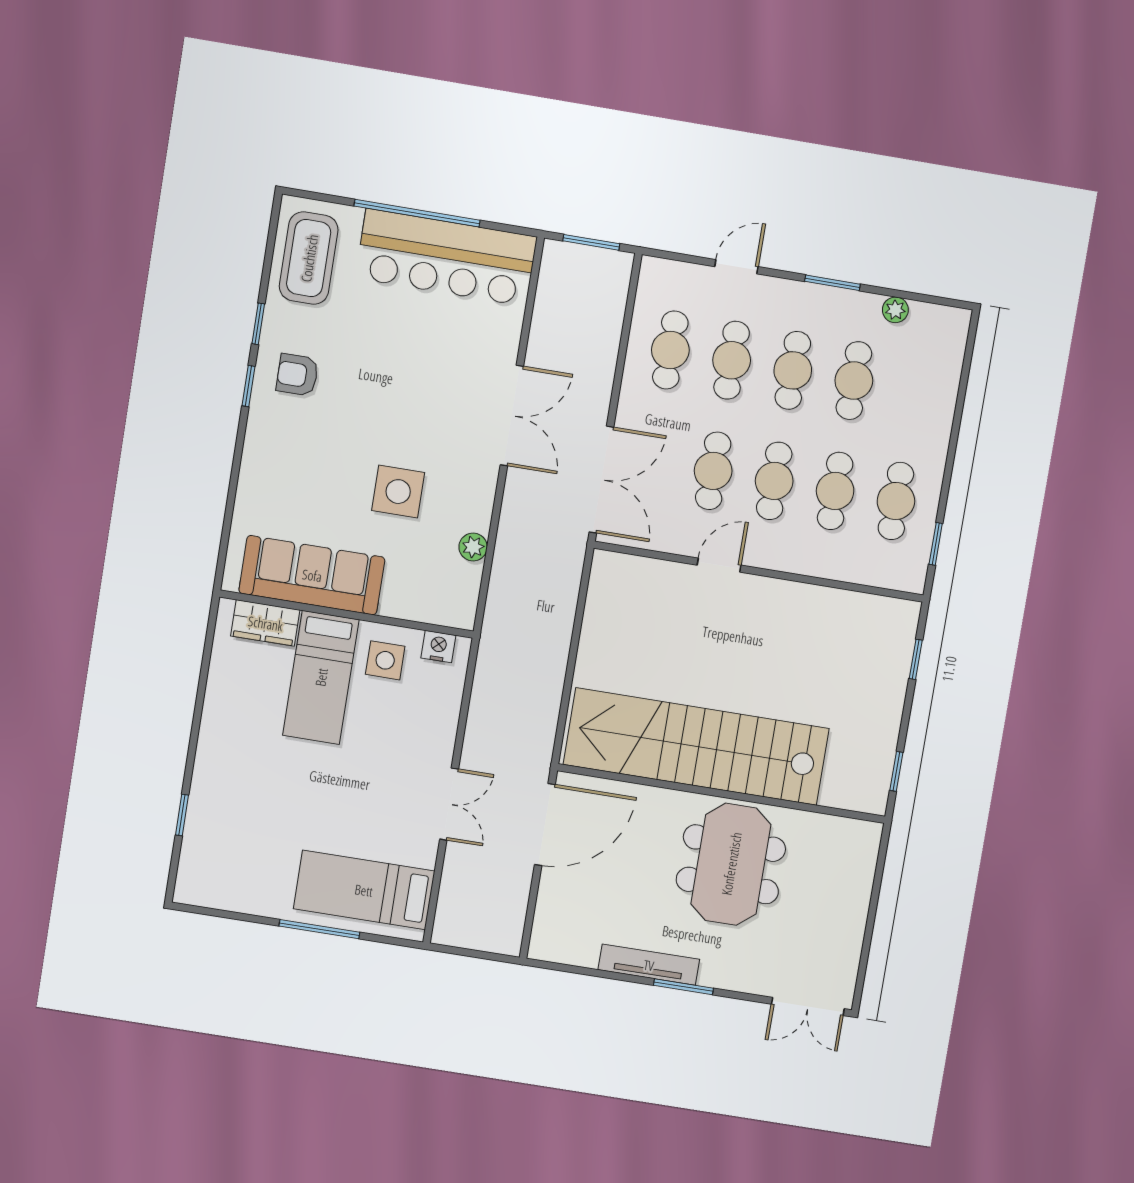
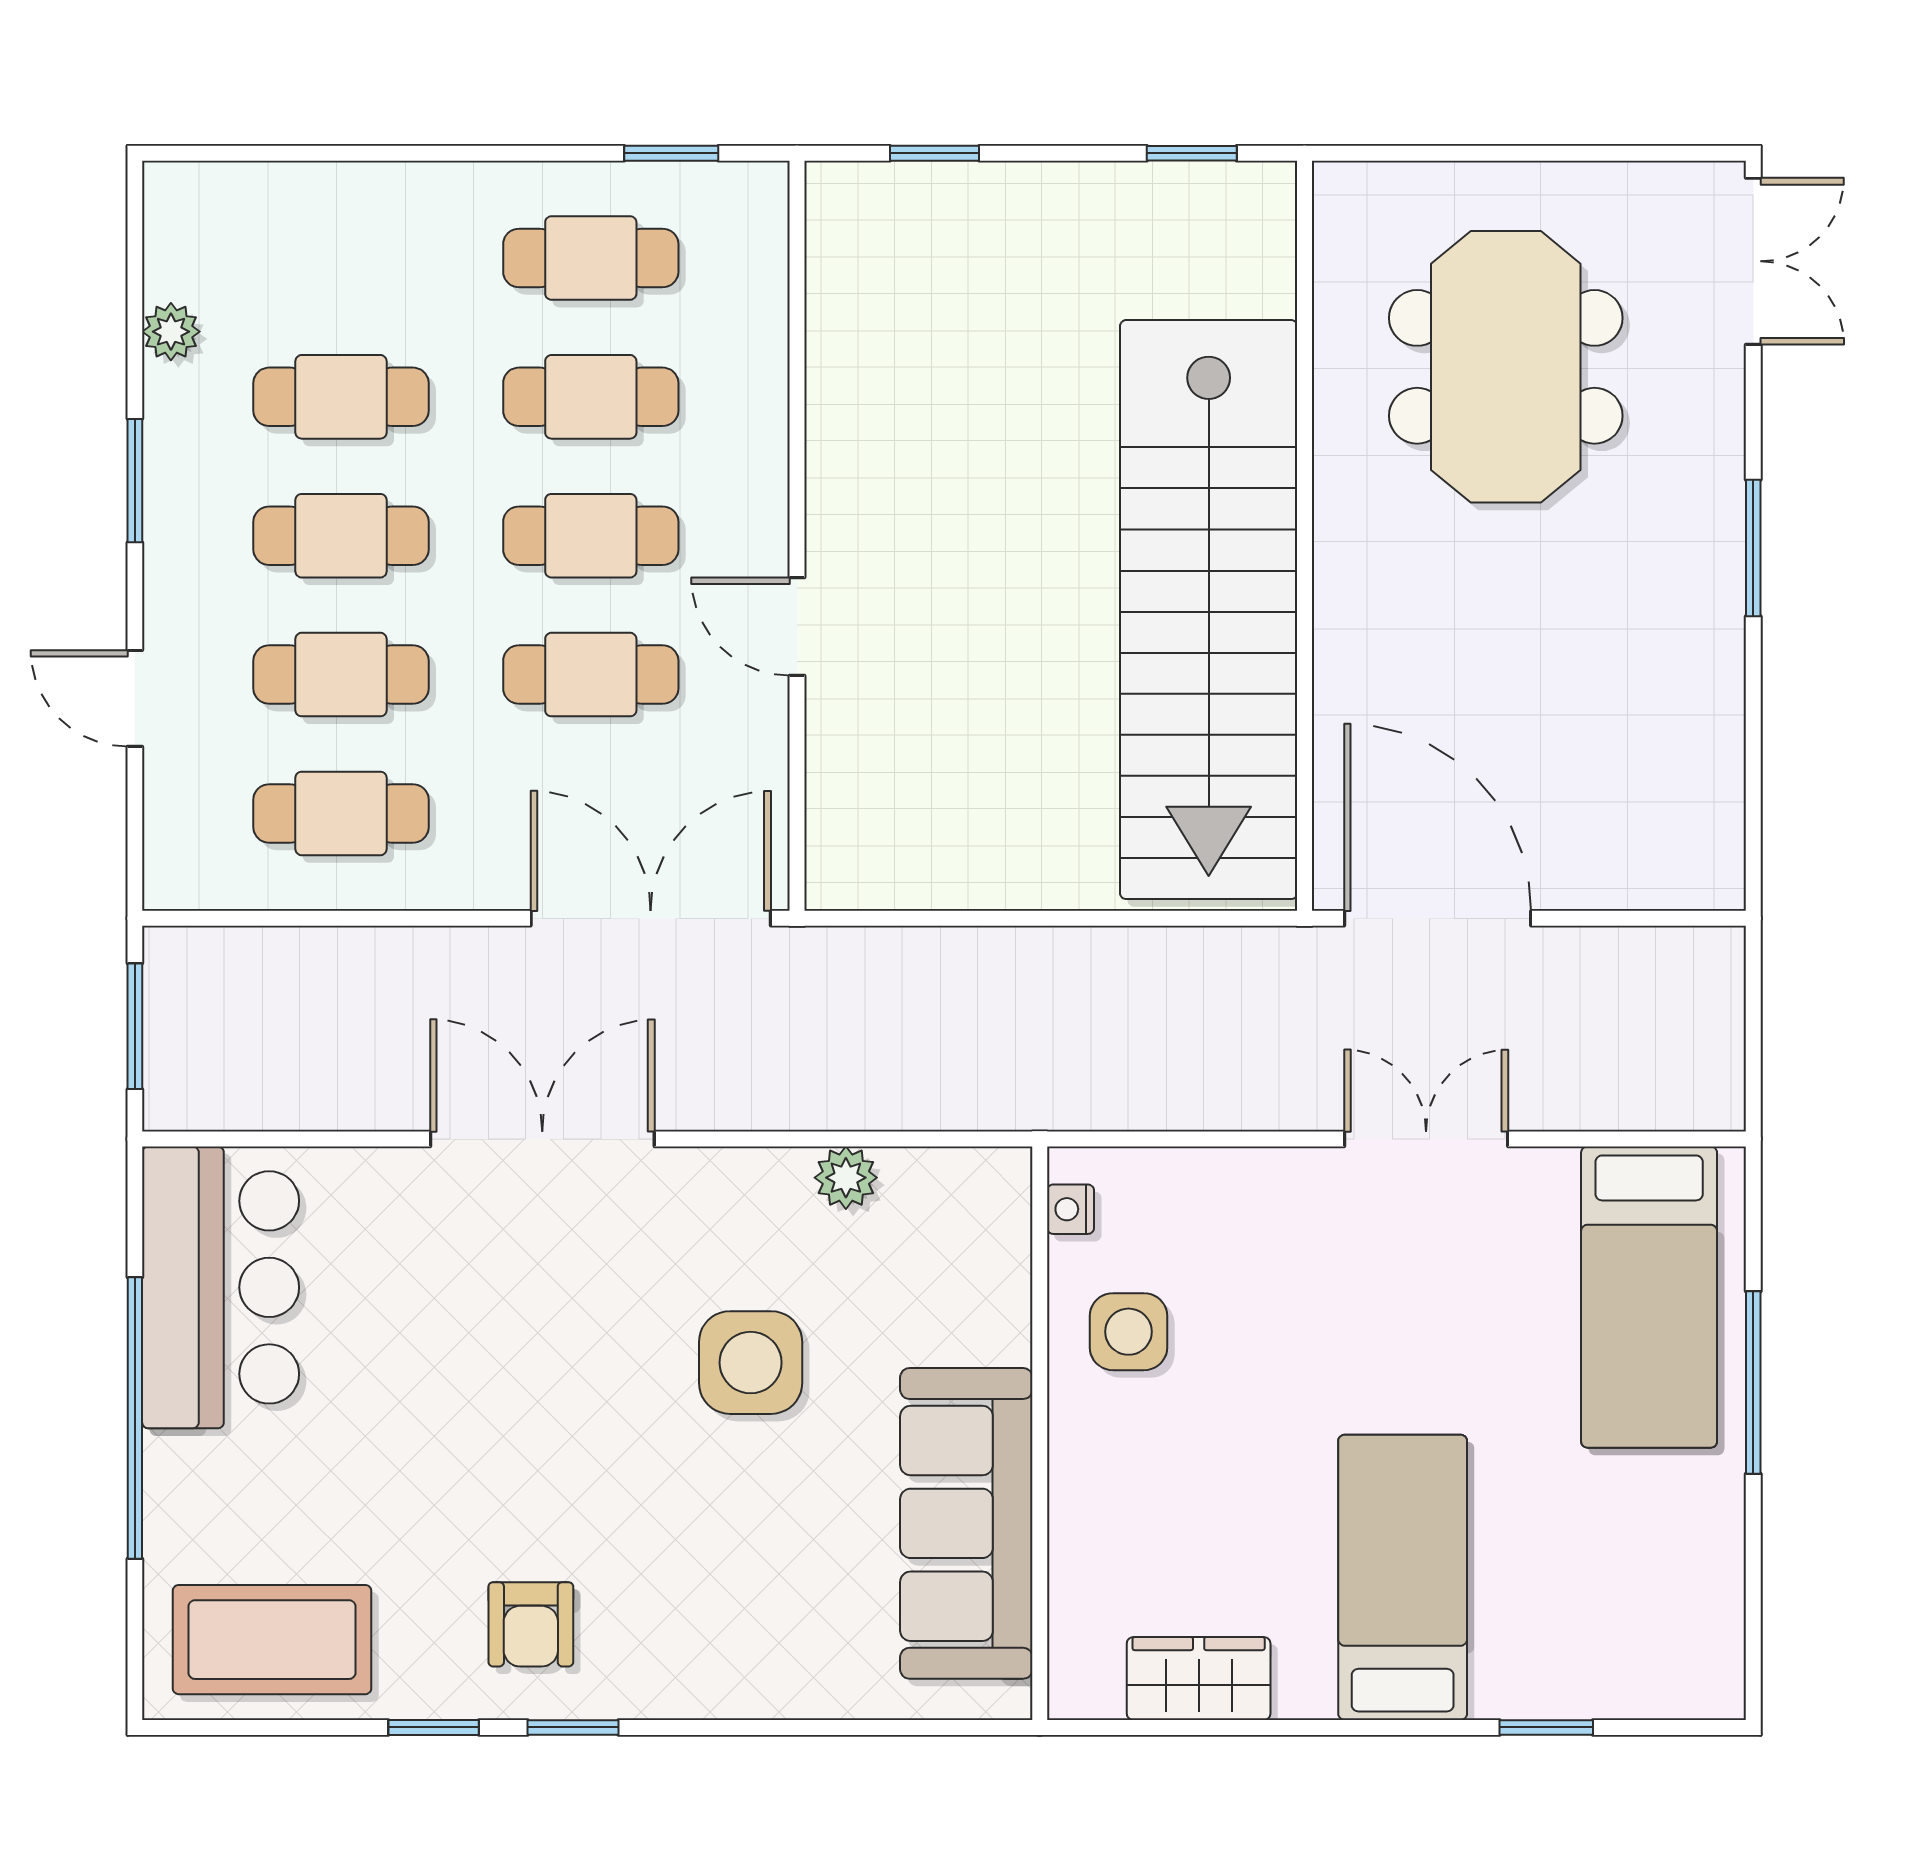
bar counter: (446, 257) -> (221, 1287), width x0.73
wardrobe: (265, 623) -> (1199, 1679), moved, turned -90
nightstand: (438, 647) -> (1071, 1209), width x0.72, depth x0.74
bed: (321, 677) -> (1403, 1577), moved, turned -90
meeting table: (731, 864) -> (1506, 367), moved, turned 90
tv unit: (649, 965) -> (1716, 634), removed

